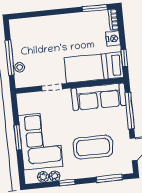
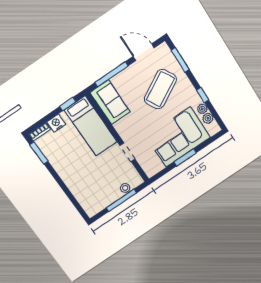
sofa: (99, 97) -> (110, 102), width x0.73
coffee table: (93, 147) -> (160, 89), turned 61

